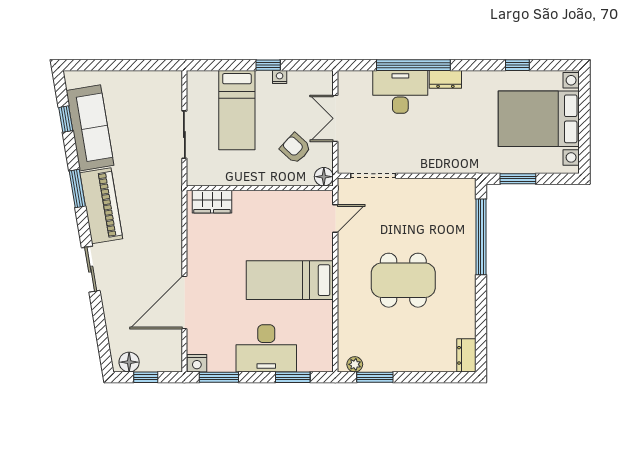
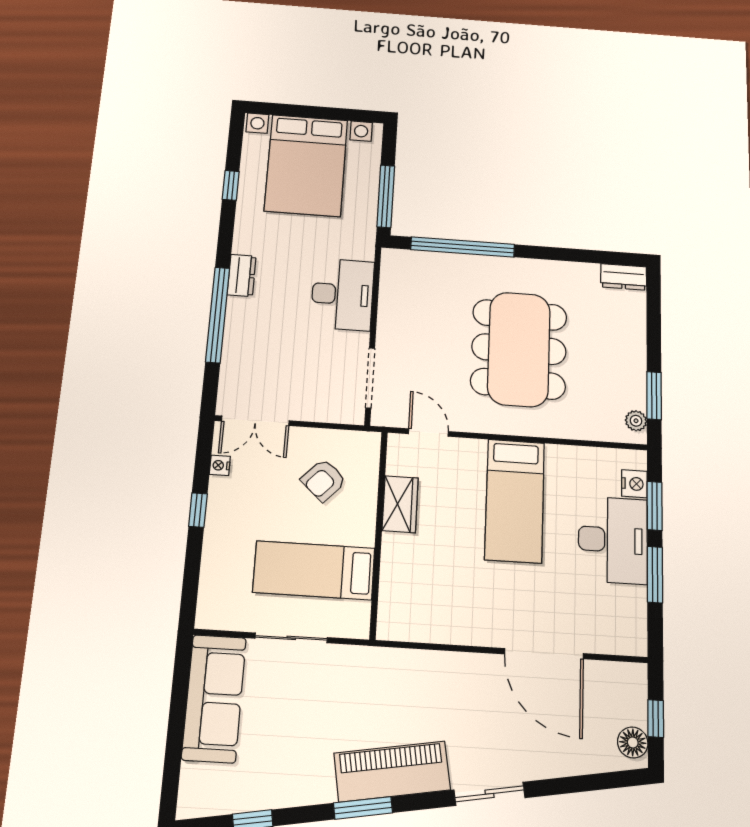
nightstand: (280, 77) -> (220, 465), moved
desk: (400, 92) -> (342, 294), moved, turned 180
bed: (237, 110) -> (314, 570), moved, turned 180
double door: (335, 118) -> (255, 421), moved
sofa: (90, 128) -> (214, 698), moved, turned 99
floor lamp: (324, 177) -> (367, 444), removed
window: (518, 179) -> (386, 196), width x1.44
wardrobe: (212, 202) -> (400, 504), moved
dining table: (403, 280) -> (519, 349), width x1.36, depth x1.24
nightstand: (197, 363) -> (634, 484), moved
window: (219, 377) -> (655, 575), moved

